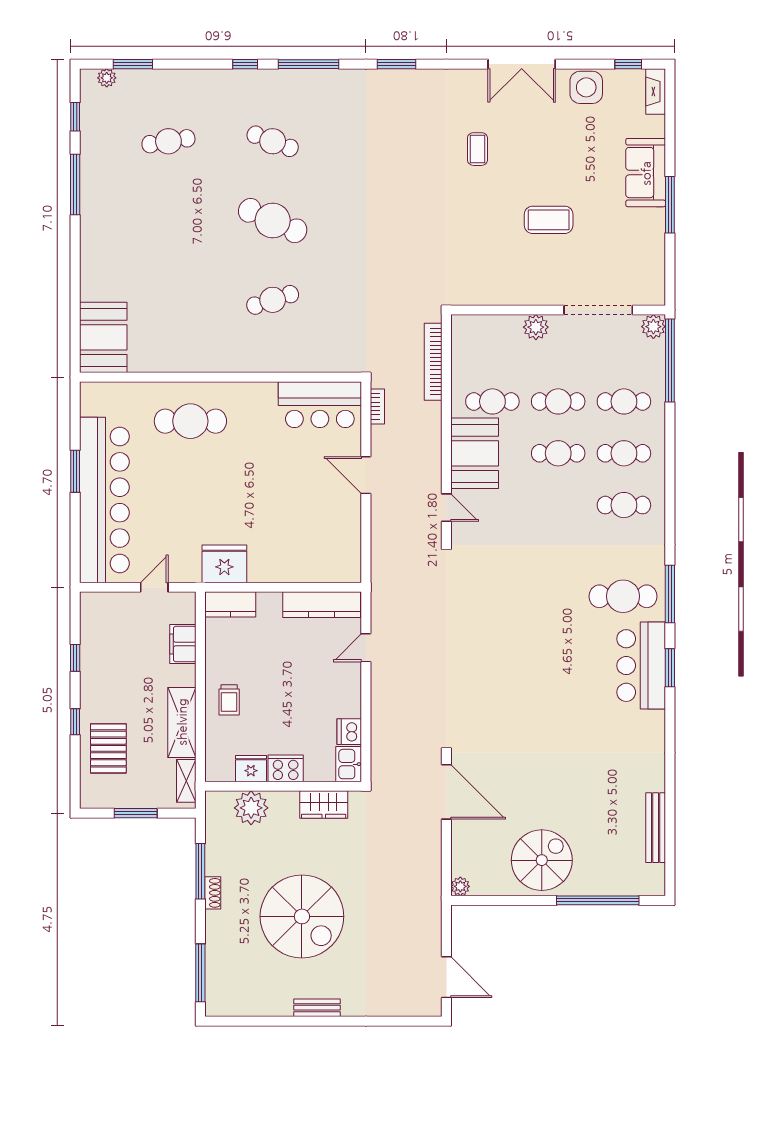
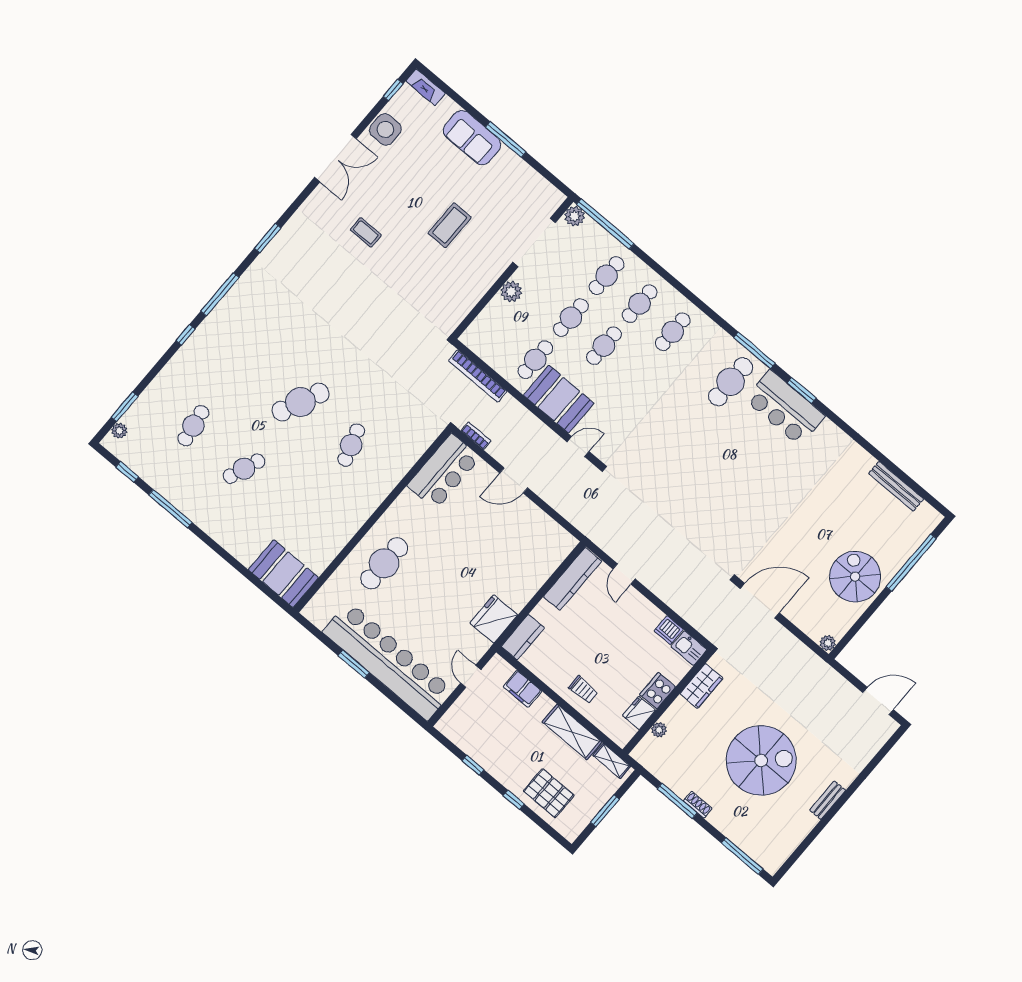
cafe table: (273, 141) -> (244, 469), moved
plant: (251, 808) -> (659, 730), width x0.53, depth x0.53

